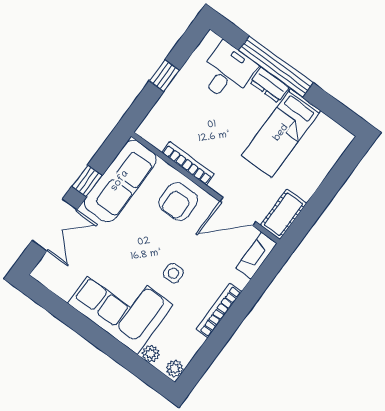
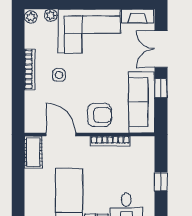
armchair: (178, 202) -> (99, 115), turned 90
door: (238, 211) -> (61, 134), hinge flipped
fireplace: (256, 256) -> (138, 16), moved, turned 90
side table: (173, 273) -> (59, 75), moved

